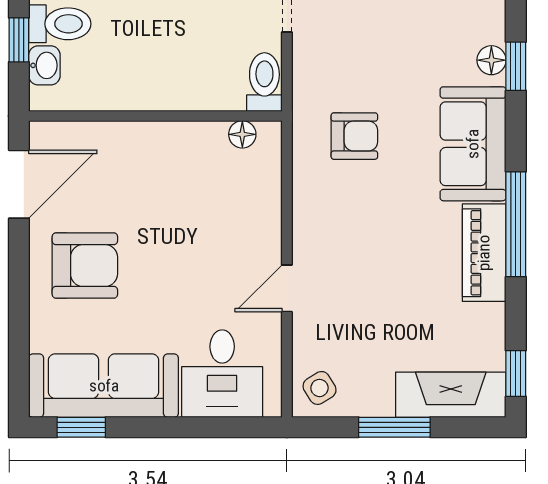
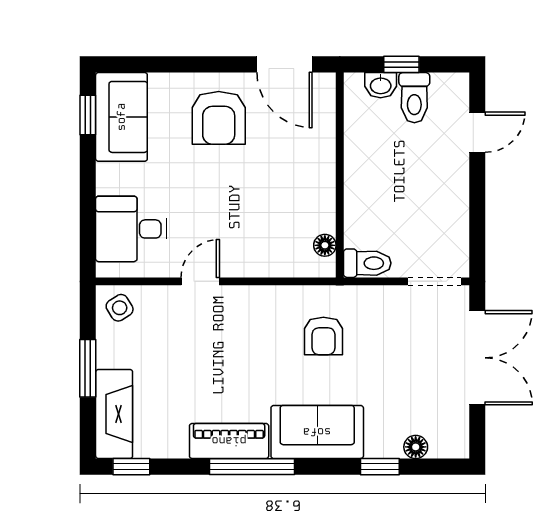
floor lamp: (491, 60) -> (416, 447), moved
door: (287, 288) -> (200, 281), hinge flipped
sofa: (104, 386) -> (121, 117), width x0.73

